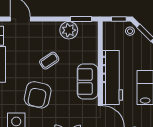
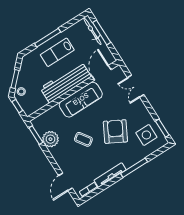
sofa: (88, 82) -> (81, 100), width x1.36
armchair: (38, 95) -> (115, 132), turned -74

